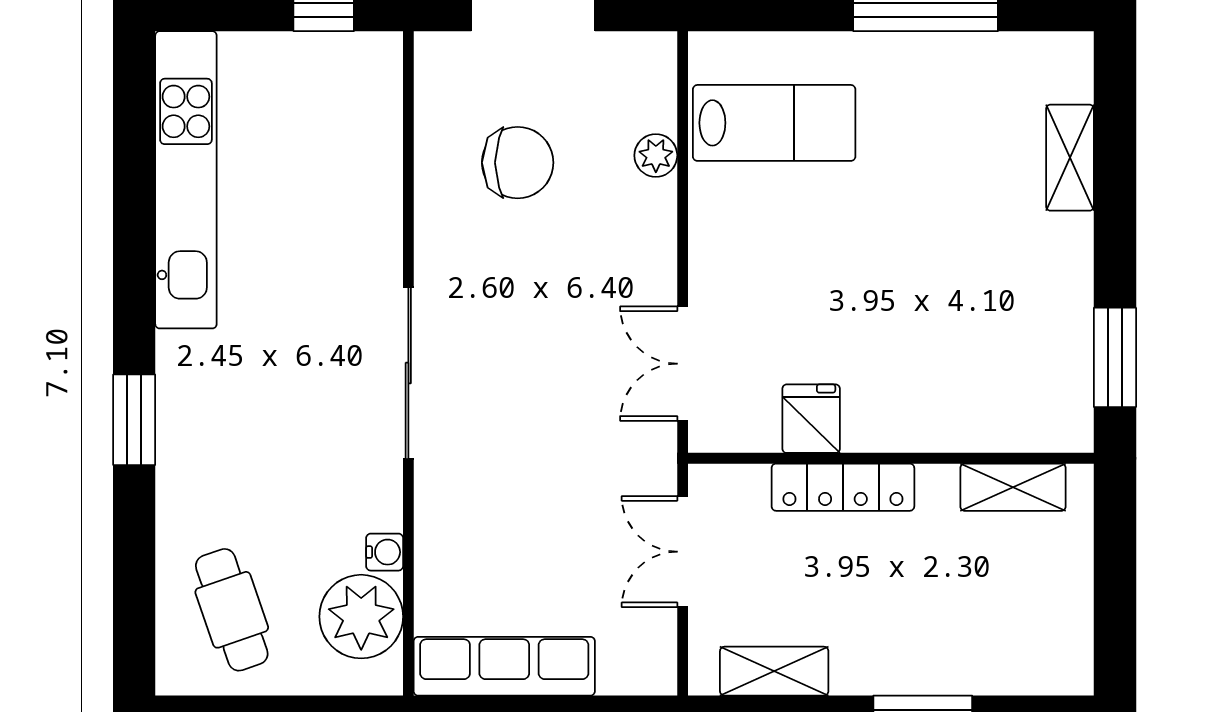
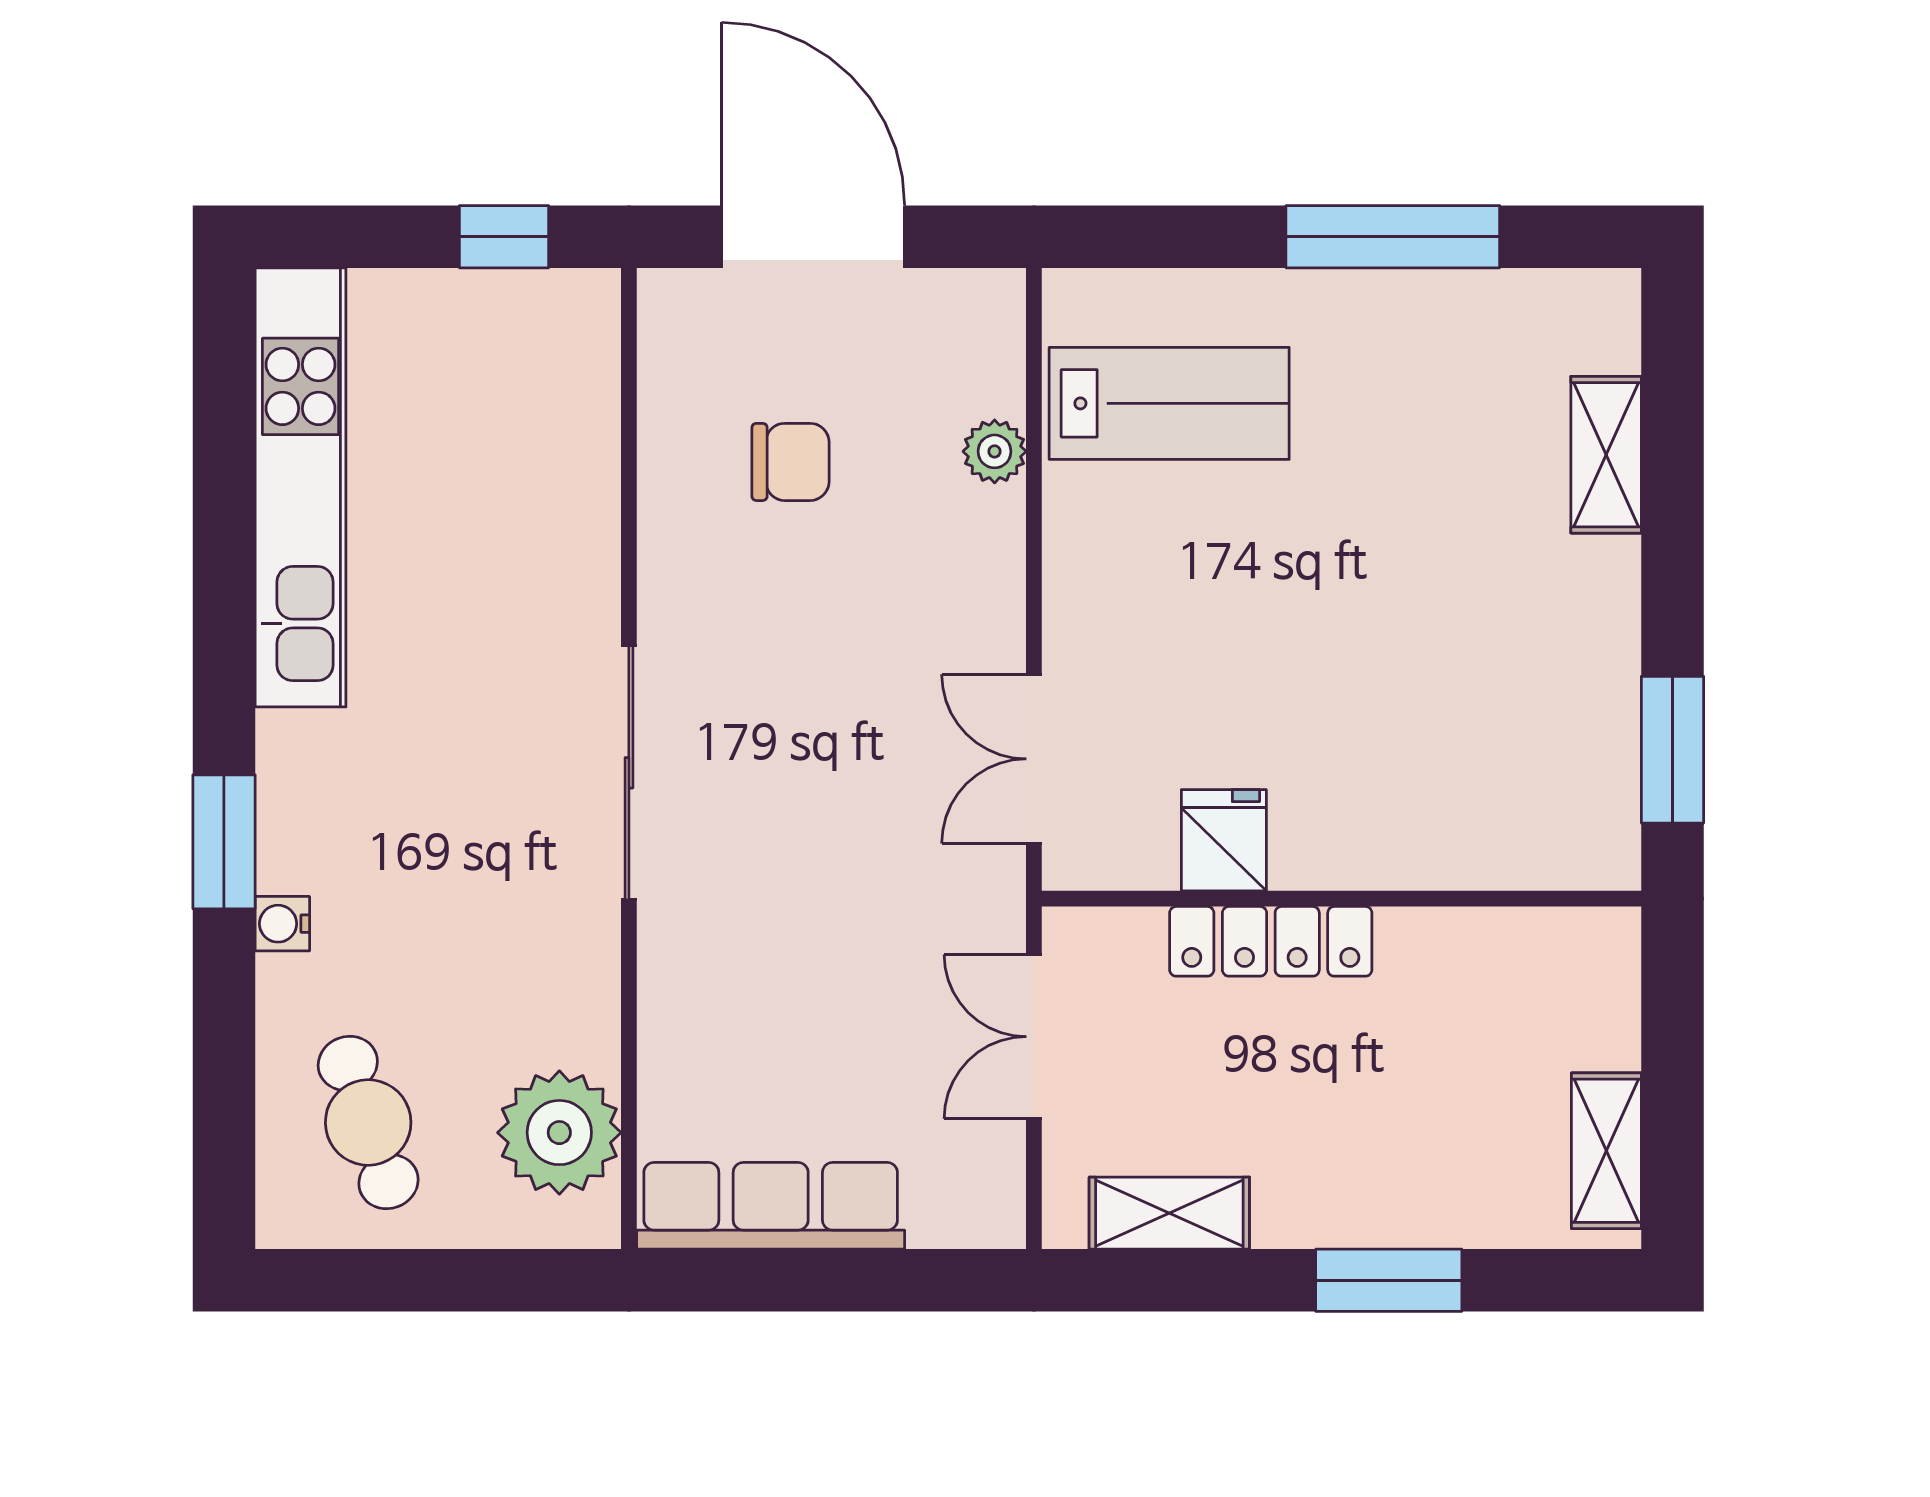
chair: (518, 163) -> (790, 462), width x0.73, depth x0.73
shelving: (1013, 487) -> (1606, 1151), moved, turned 90
water cooler: (385, 552) -> (282, 924), moved, turned 180

